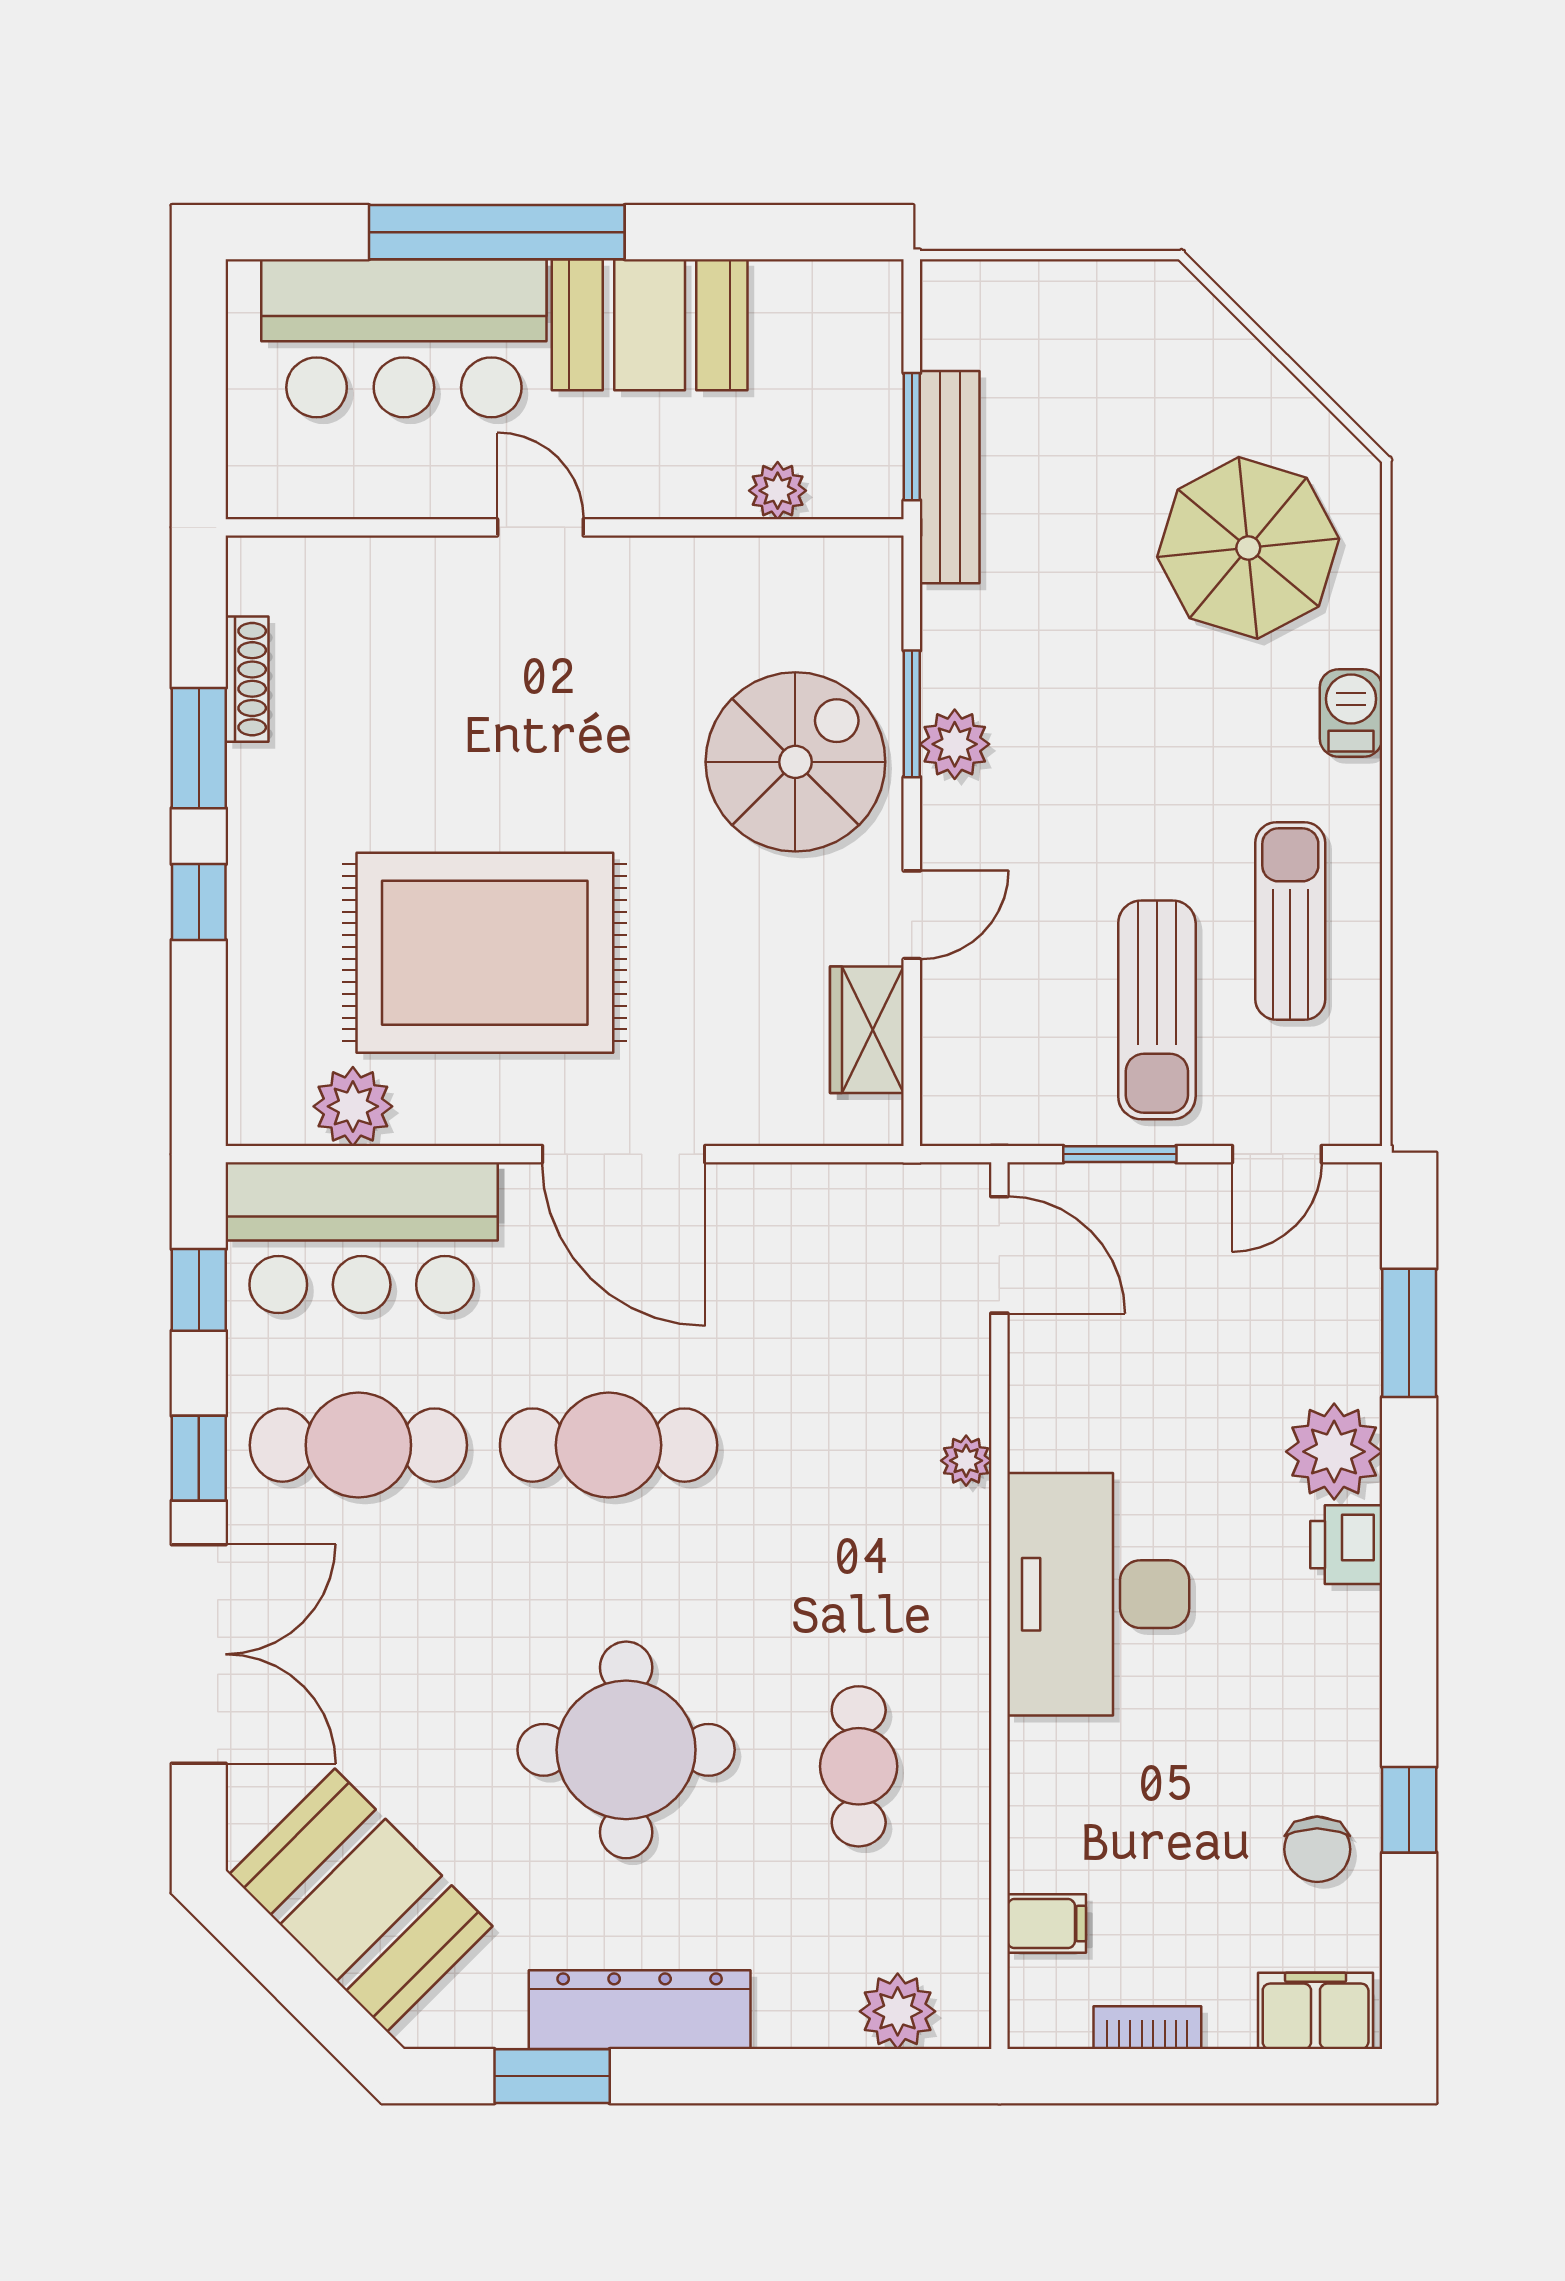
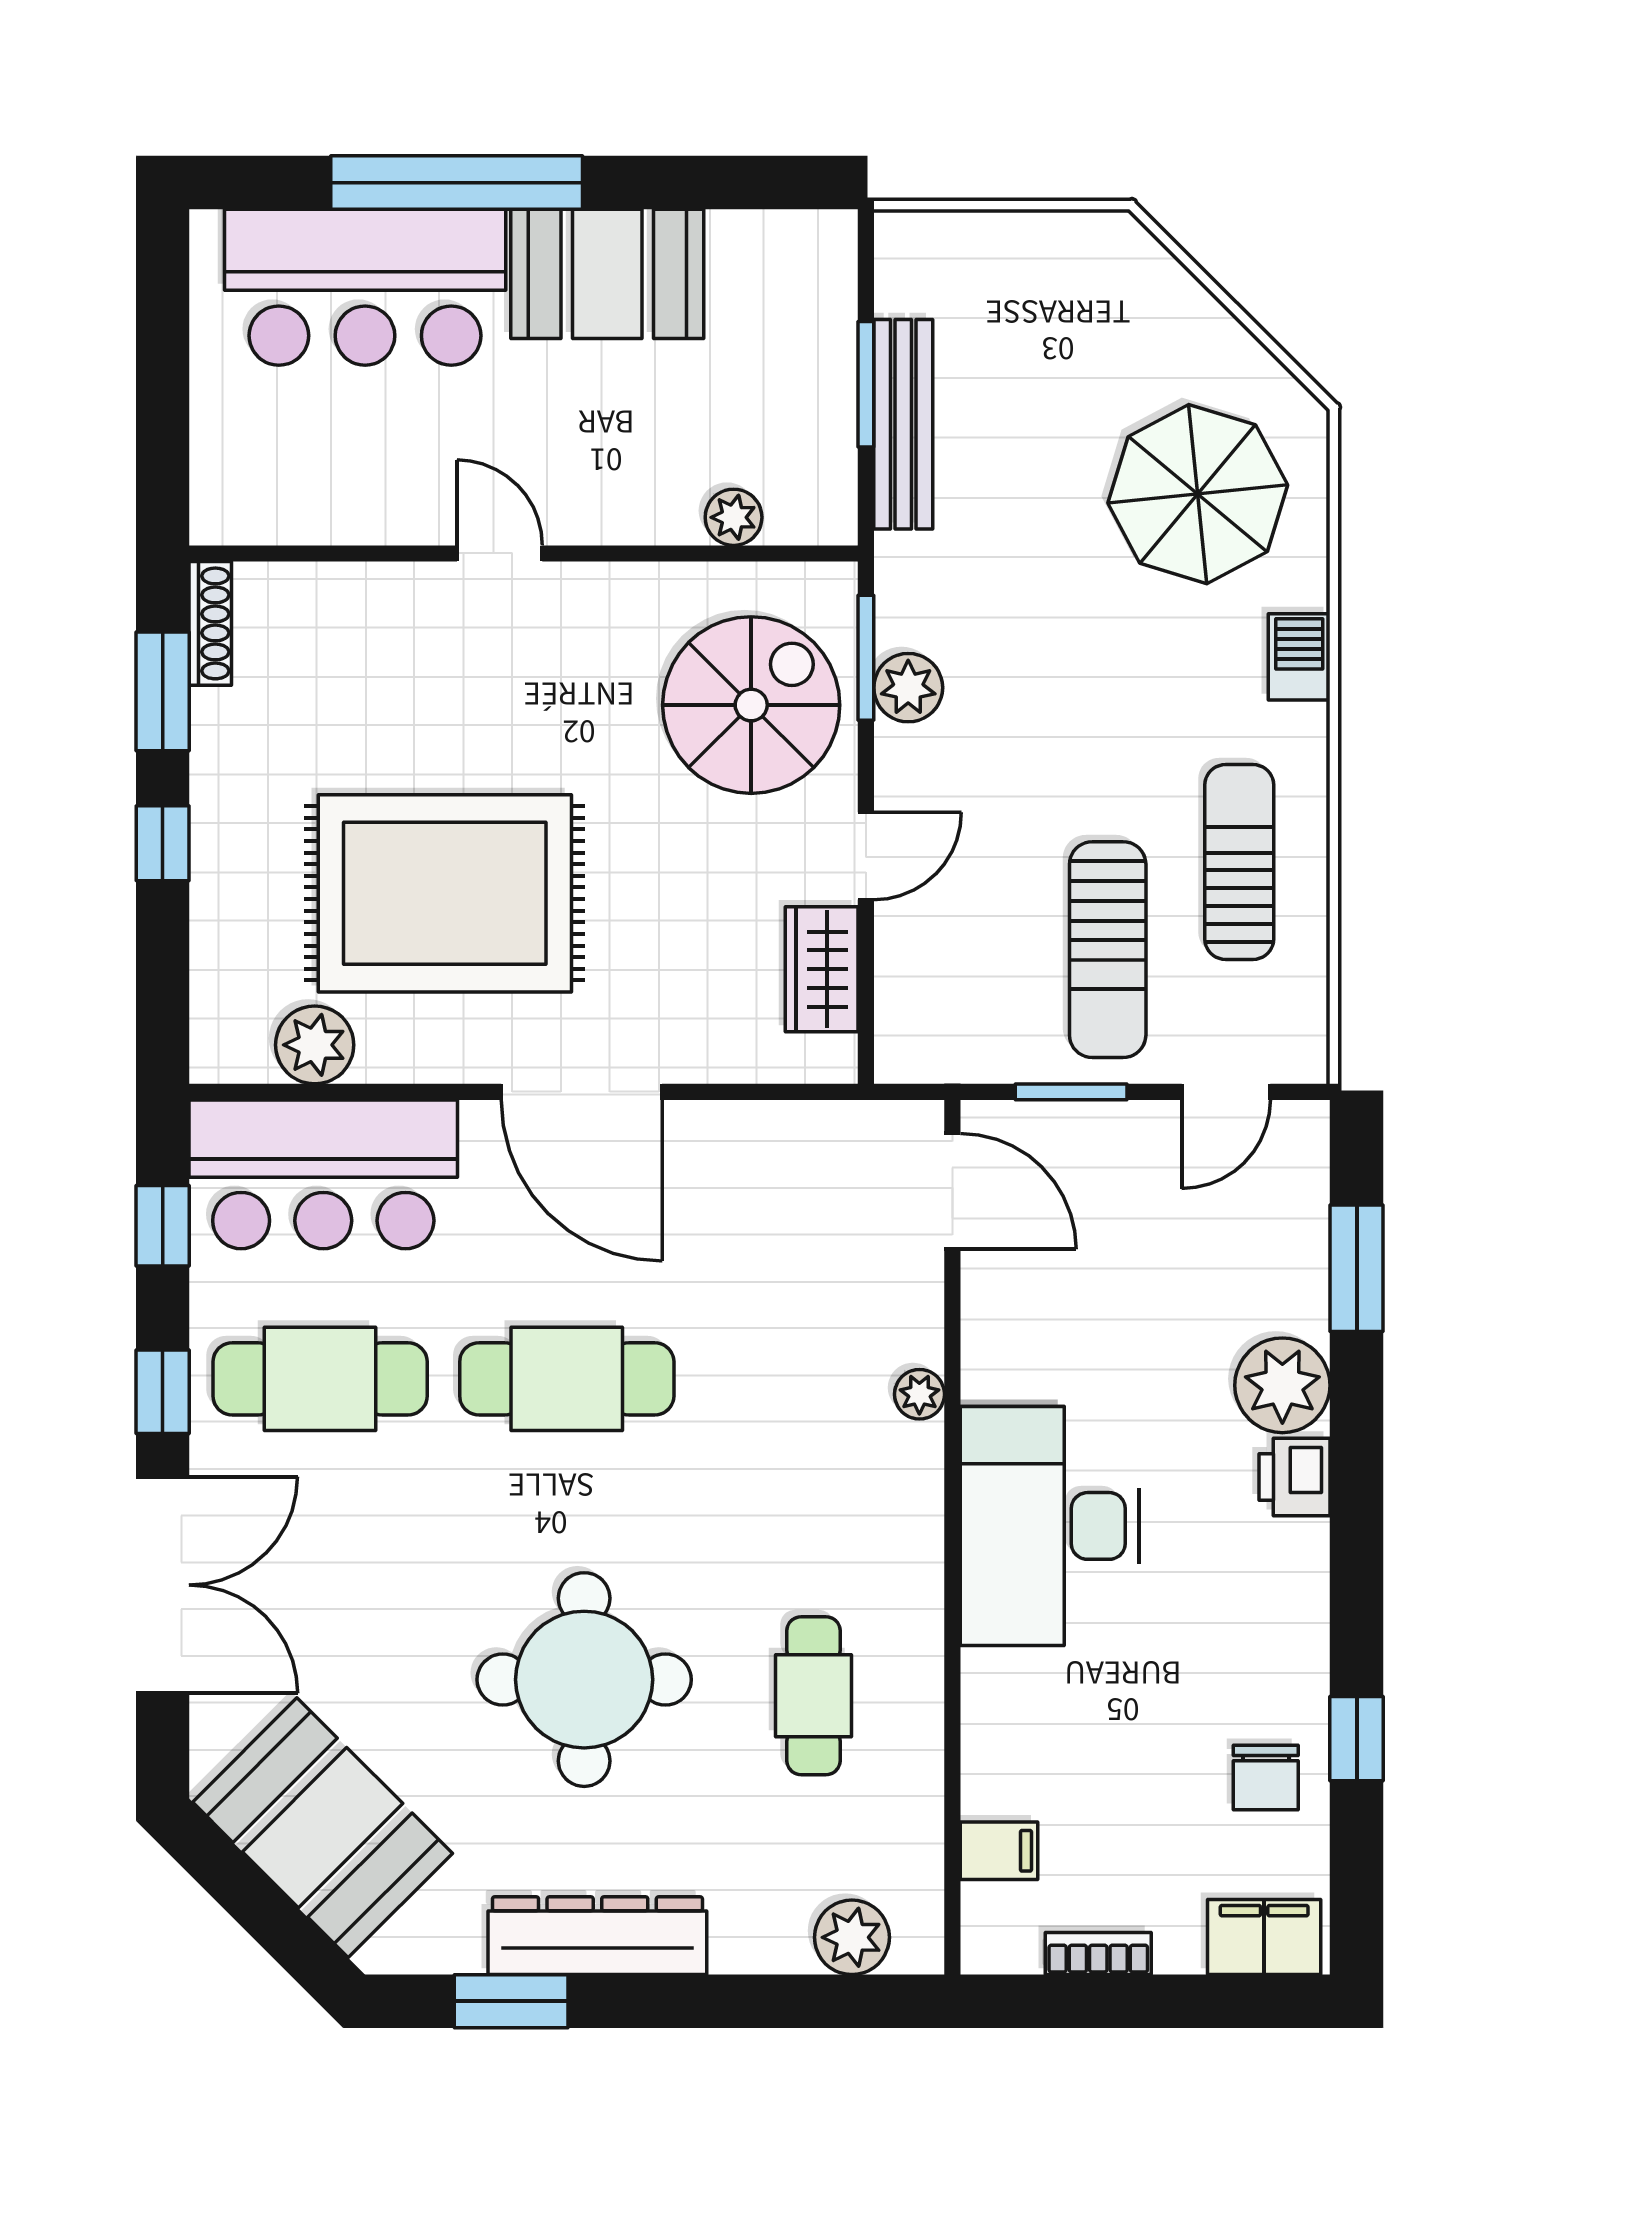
plant: (778, 491) -> (734, 517), moved
door: (540, 527) -> (500, 553), moved
wall: (565, 527) -> (524, 553), moved

